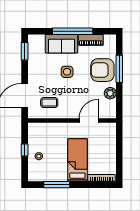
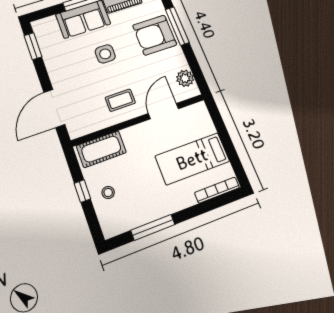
plant: (110, 93) -> (185, 78), moved
coffee table: (49, 103) -> (120, 100), moved
cot: (44, 130) -> (101, 149), added
bed: (77, 160) -> (192, 159), moved, turned -90

